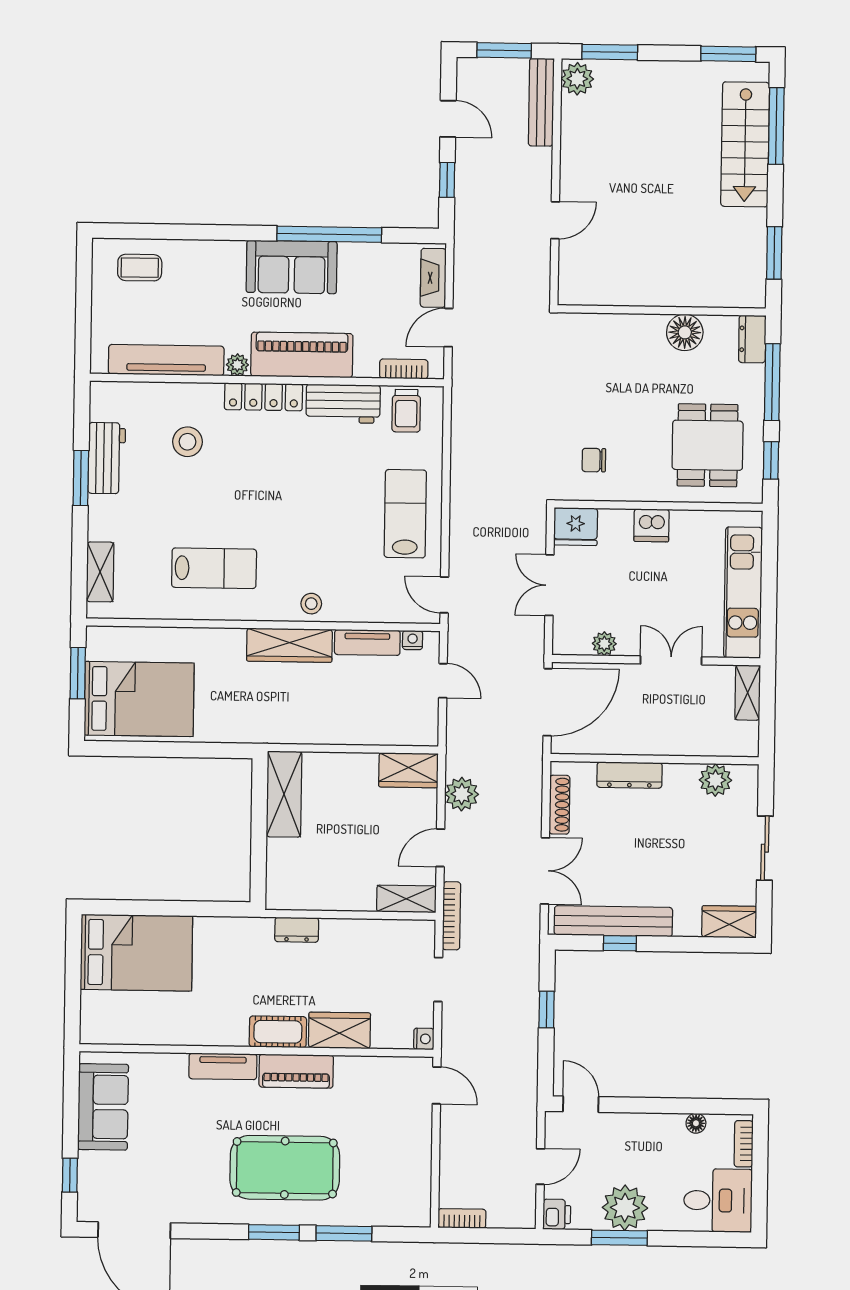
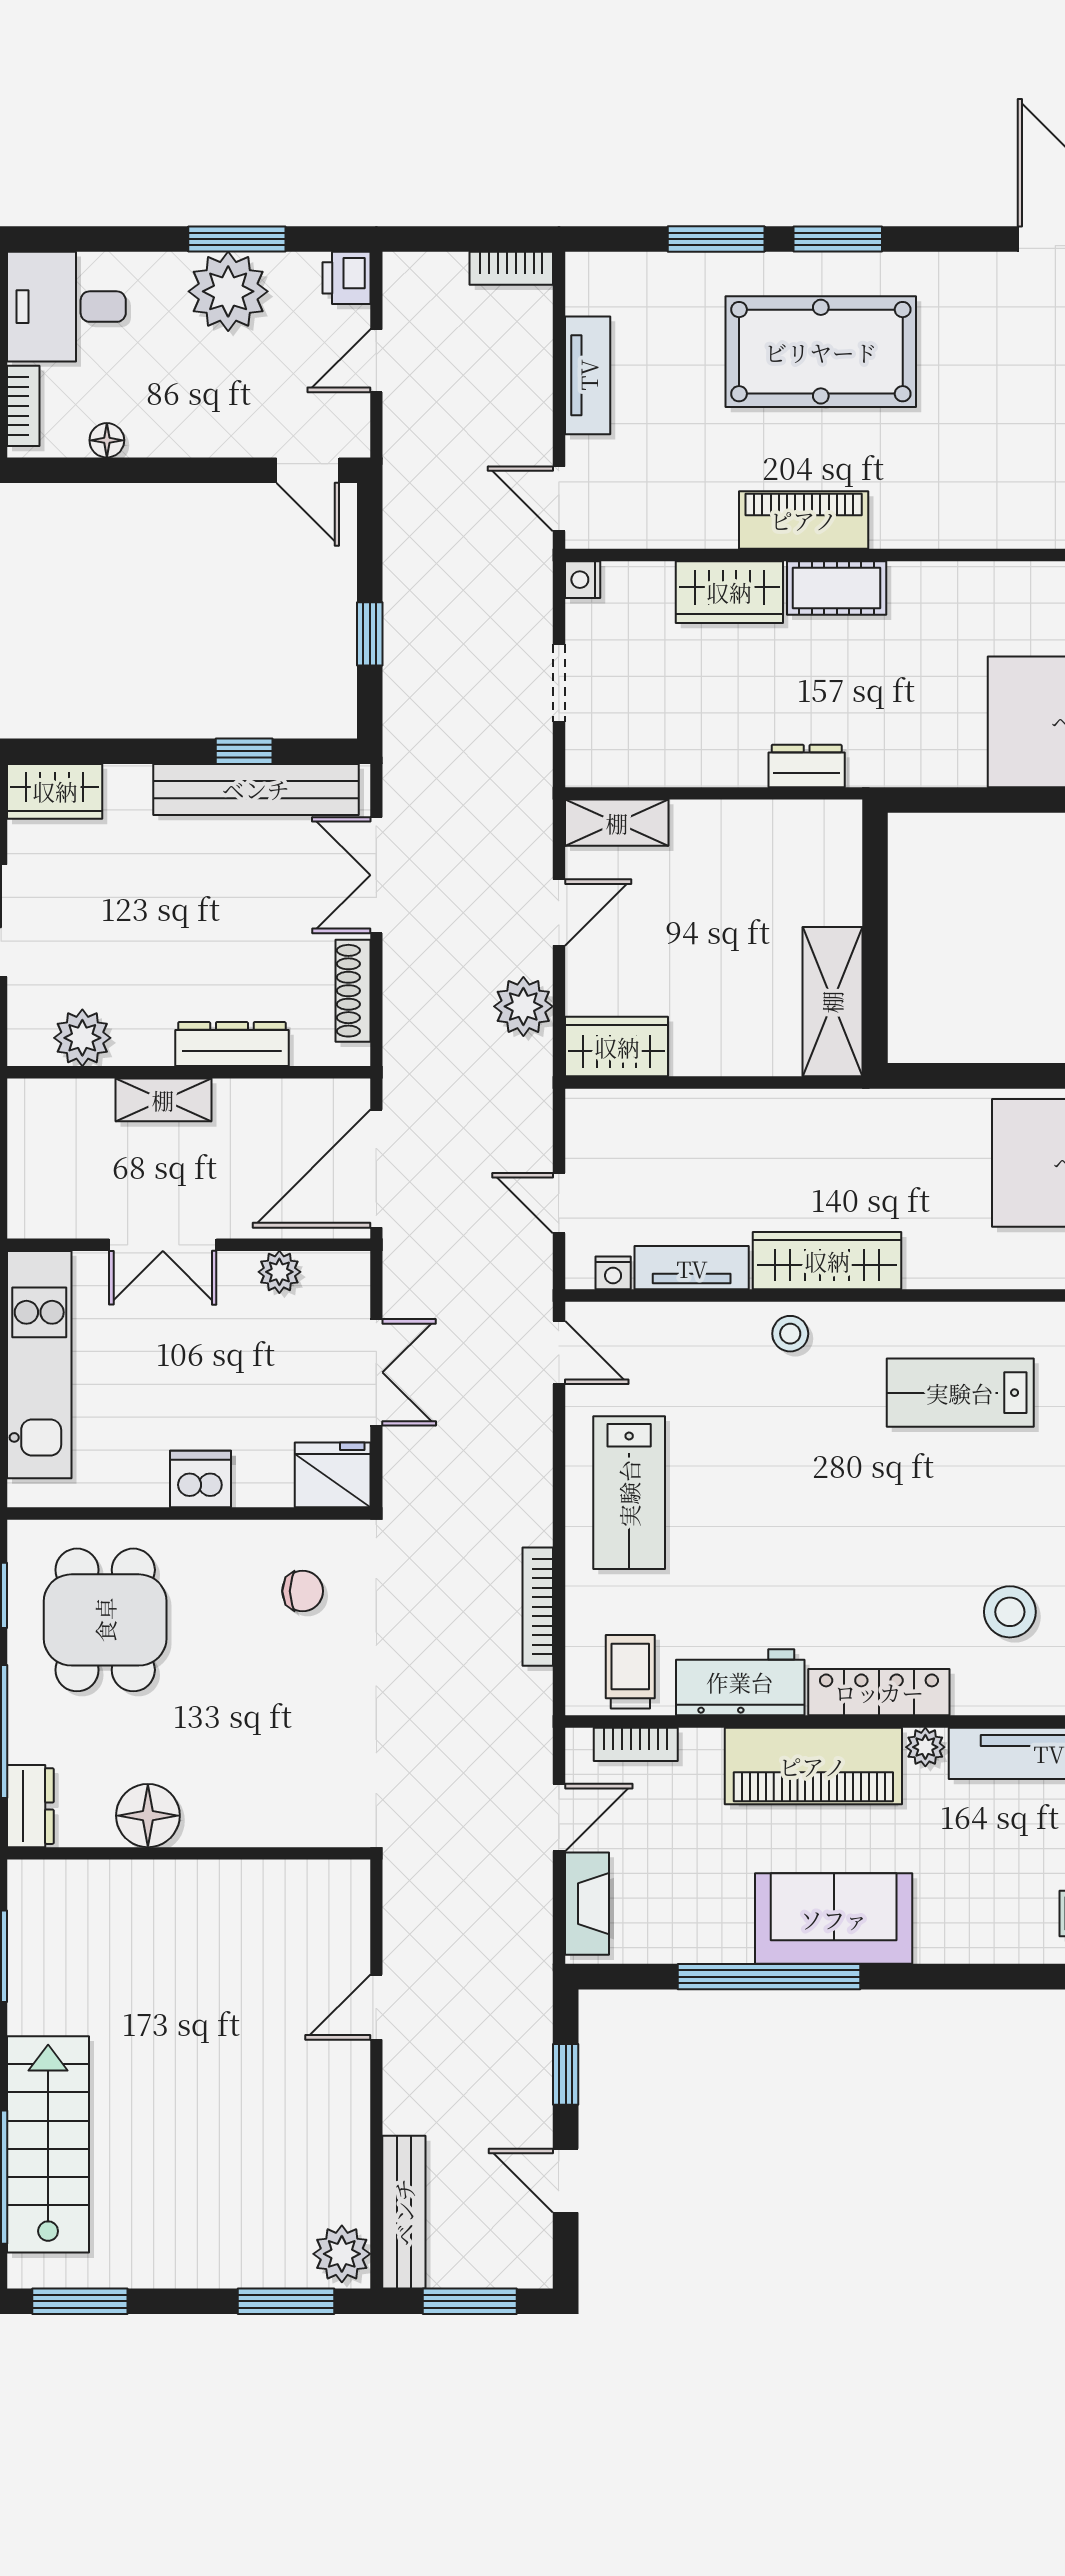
shelving: (748, 693) -> (163, 1100), moved, turned 90
bookcase: (451, 916) -> (538, 1607), moved
tv unit: (223, 1066) -> (588, 375), moved, turned 90

